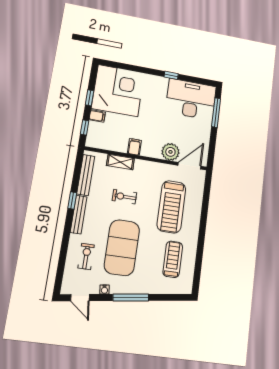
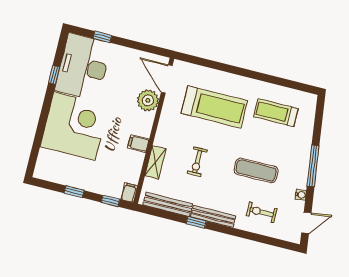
window: (171, 75) -> (54, 75), moved
corner desk: (118, 91) -> (74, 126), moved, turned 90
window: (216, 113) -> (102, 37), width x0.46
filing cabinet: (97, 116) -> (129, 193), moved
exercise mat: (122, 248) -> (256, 170), width x0.50, depth x0.69

